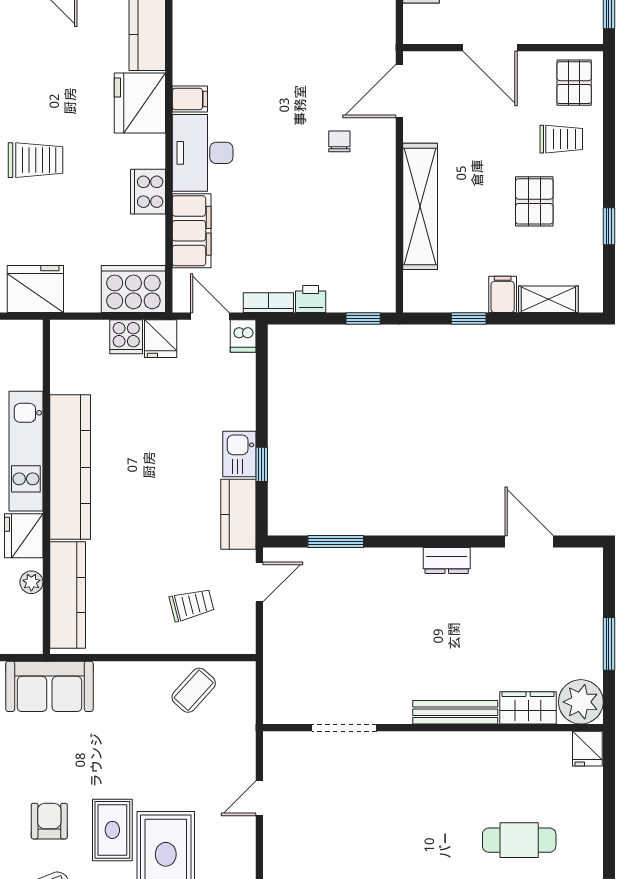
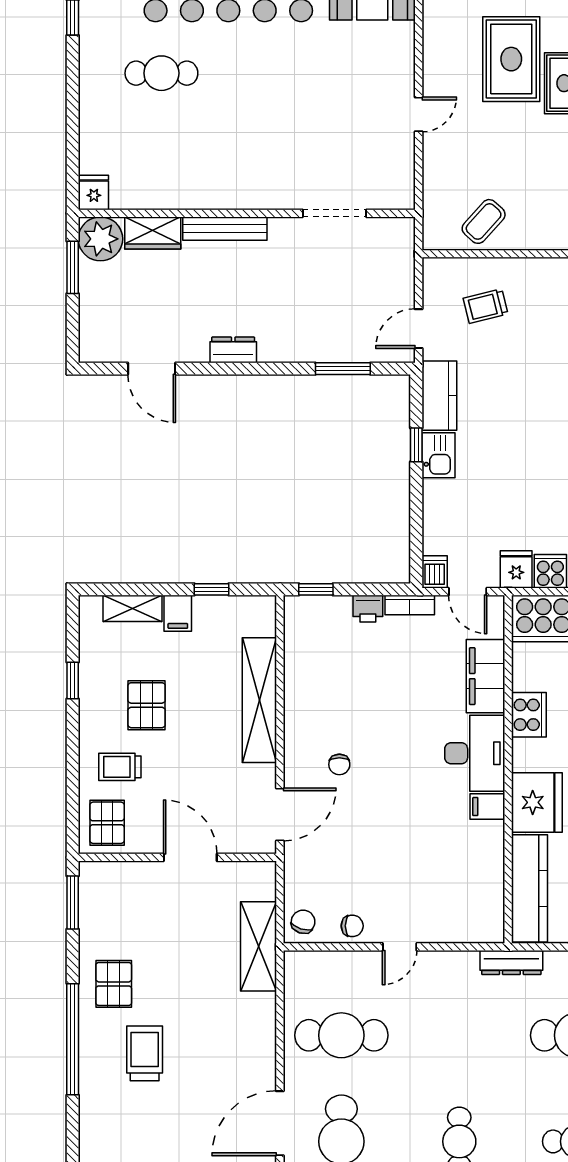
plant: (581, 702) -> (100, 239), moved
wardrobe: (528, 708) -> (153, 233), moved
bench: (455, 712) -> (225, 229), moved
doorway: (344, 728) -> (335, 213), moved
wall: (433, 728) -> (247, 213), moved
fridge: (587, 749) -> (94, 193), moved

